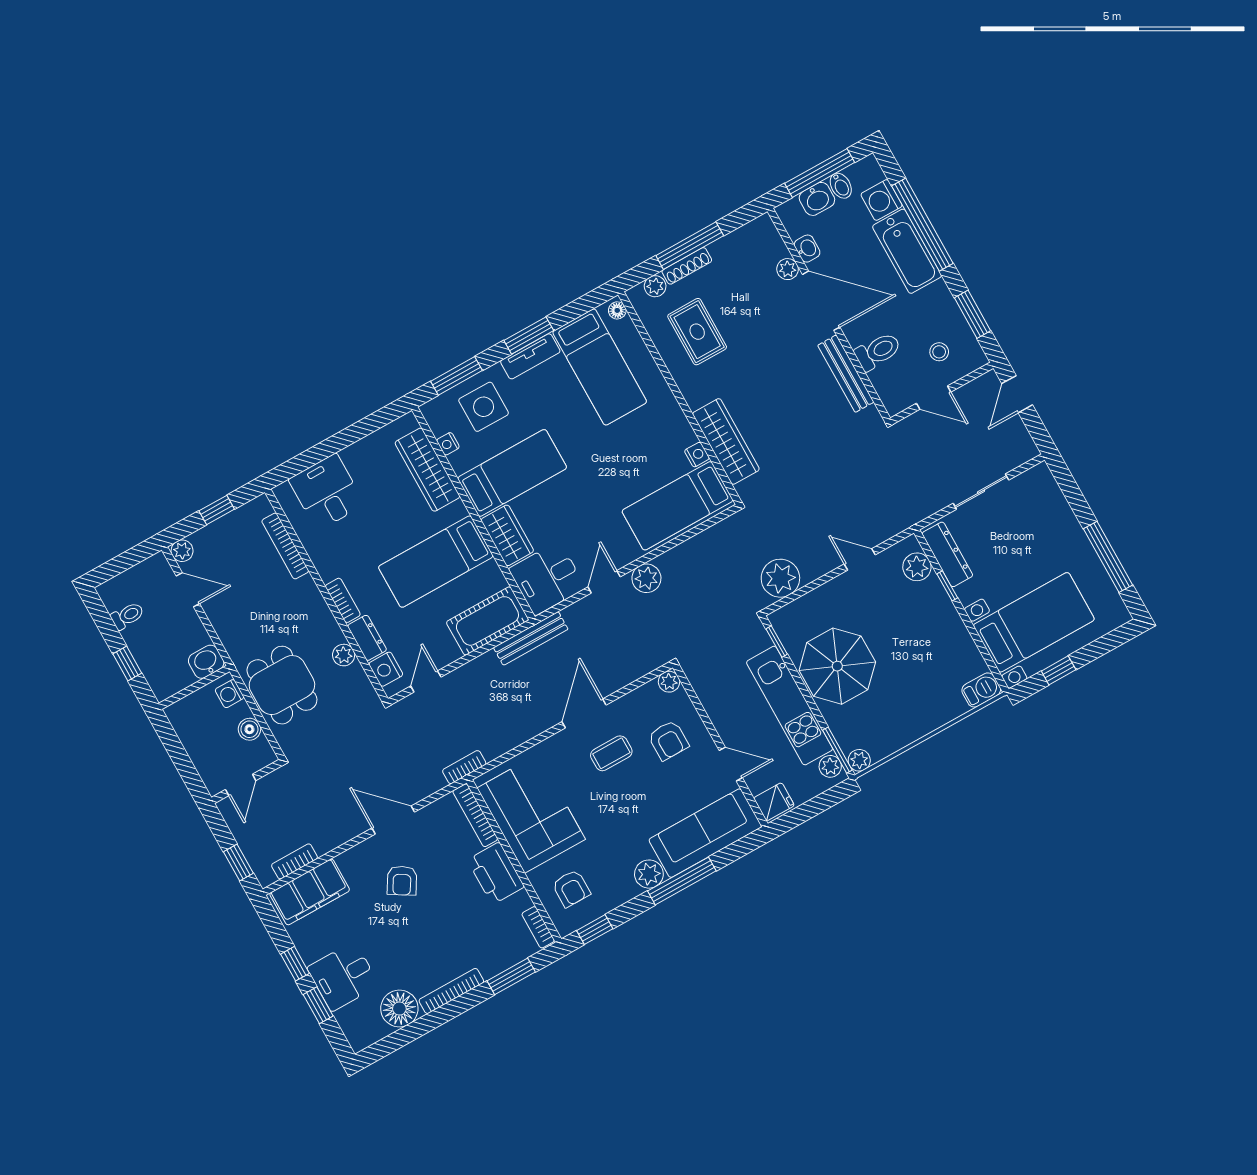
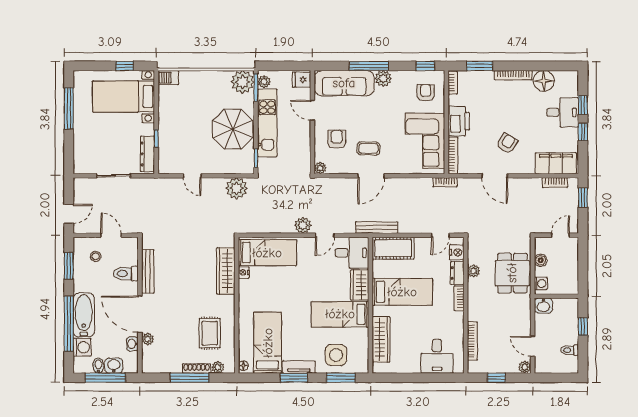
nightstand: (448, 444) -> (364, 347), removed
plant: (917, 567) -> (166, 156), removed
plant: (859, 760) -> (243, 82), width x1.87, depth x1.87

